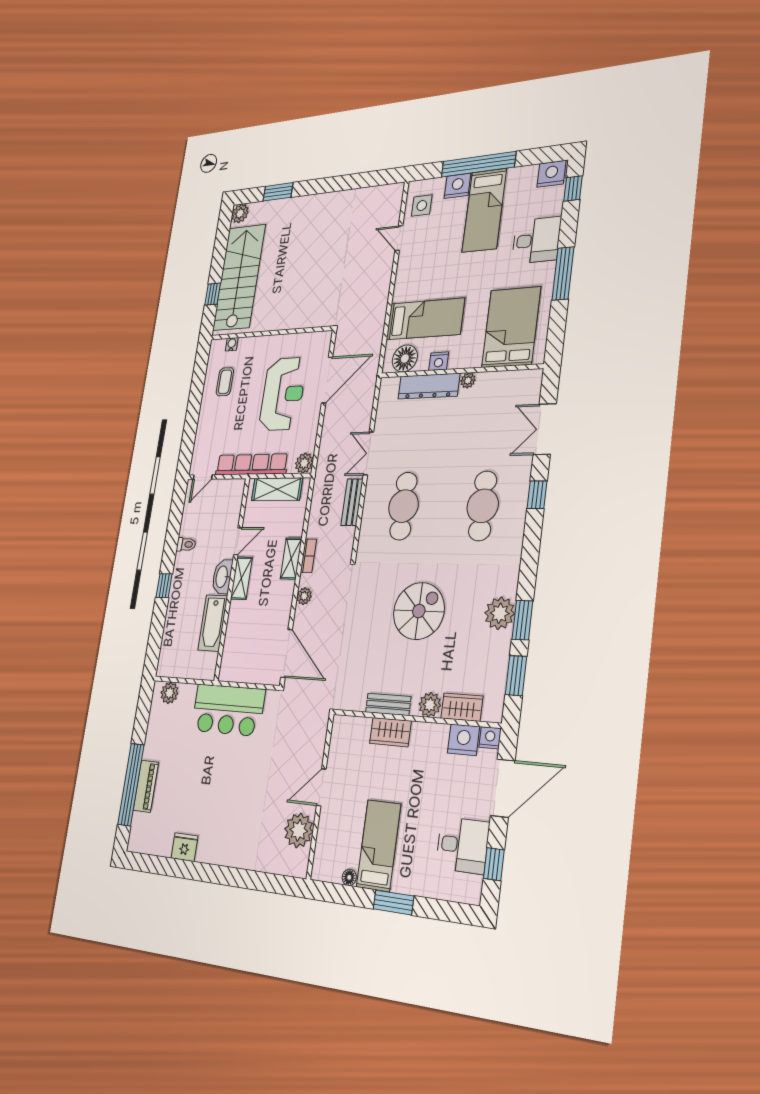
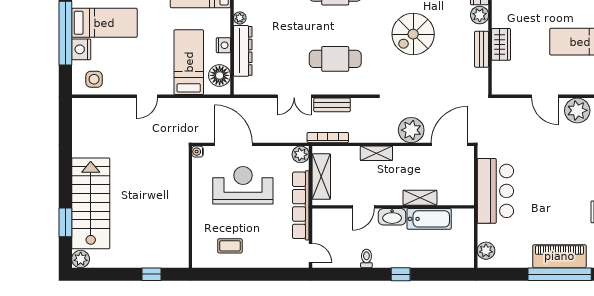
door: (399, 238) -> (147, 96), moved
stairs: (239, 277) -> (91, 203), moved, turned 90
water cooler: (232, 344) -> (198, 152), moved
door: (238, 541) -> (363, 207), swing flipped
bookcase: (308, 556) -> (328, 138), moved, width x1.56
shelving: (241, 578) -> (420, 198), moved
plant: (304, 596) -> (411, 130), width x1.88, depth x1.88
spiral stairs: (419, 611) -> (413, 34), turned -90
piano: (146, 786) -> (559, 256), width x1.37, depth x1.33

